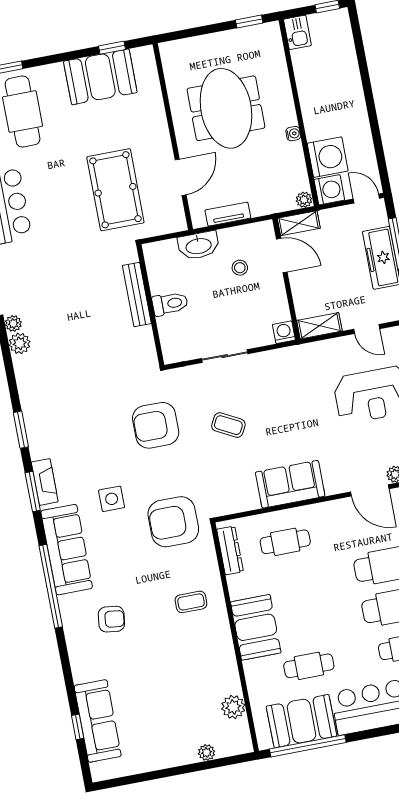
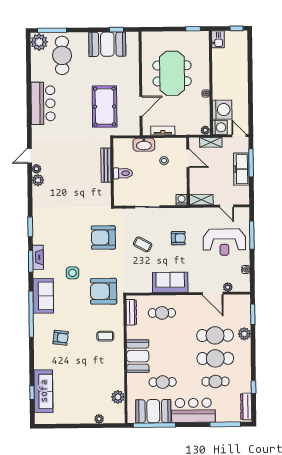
shelving: (299, 223) -> (211, 142), moved
armchair: (290, 402) -> (178, 238), added
sofa: (67, 550) -> (43, 296), width x0.73

